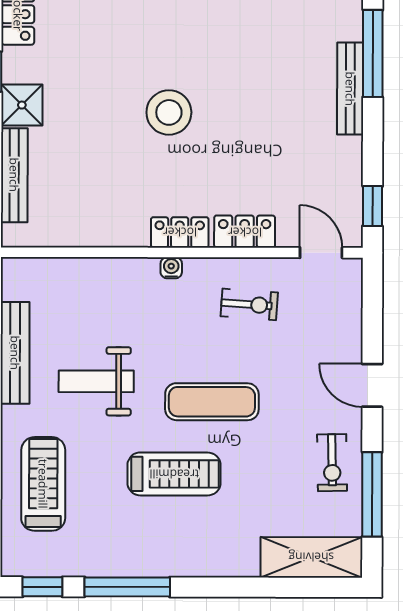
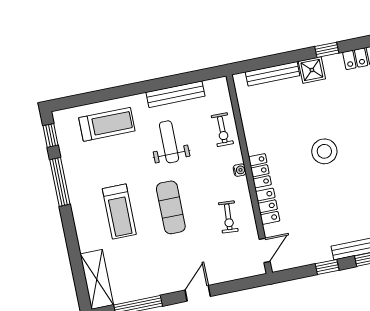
window: (372, 206) -> (327, 267), moved
exercise bike: (332, 463) -> (222, 130), moved, turned -89
treadmill: (174, 474) -> (119, 212), moved

